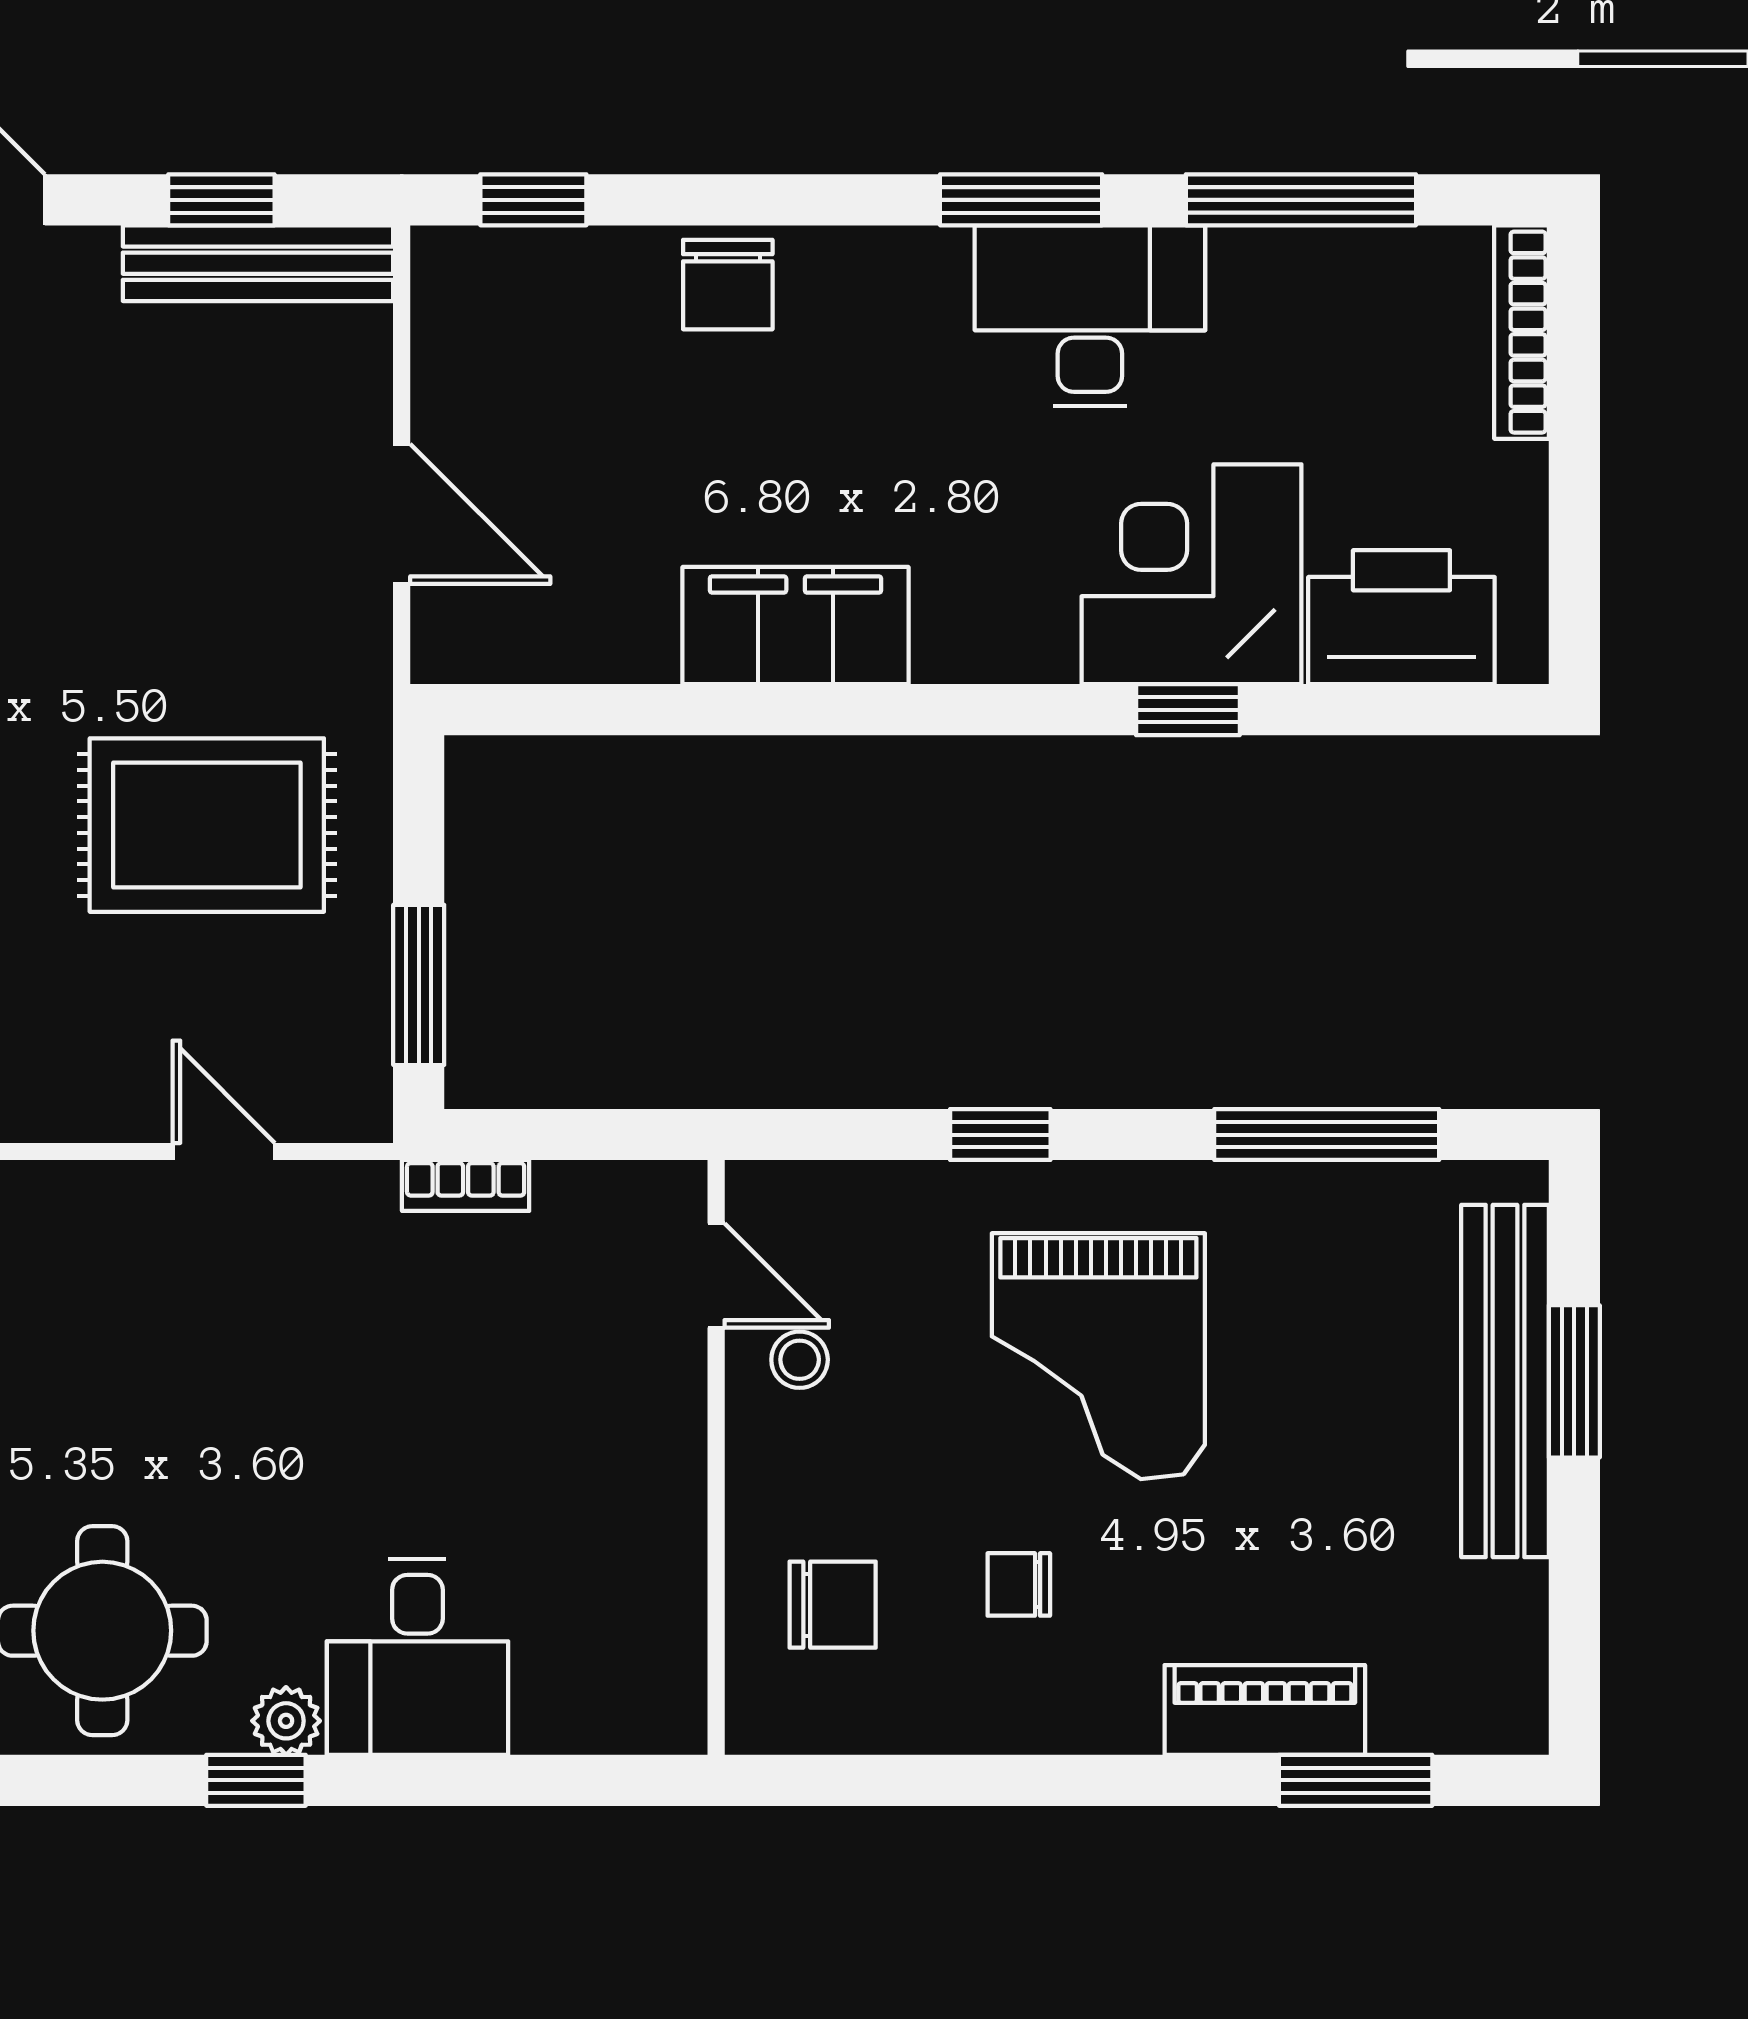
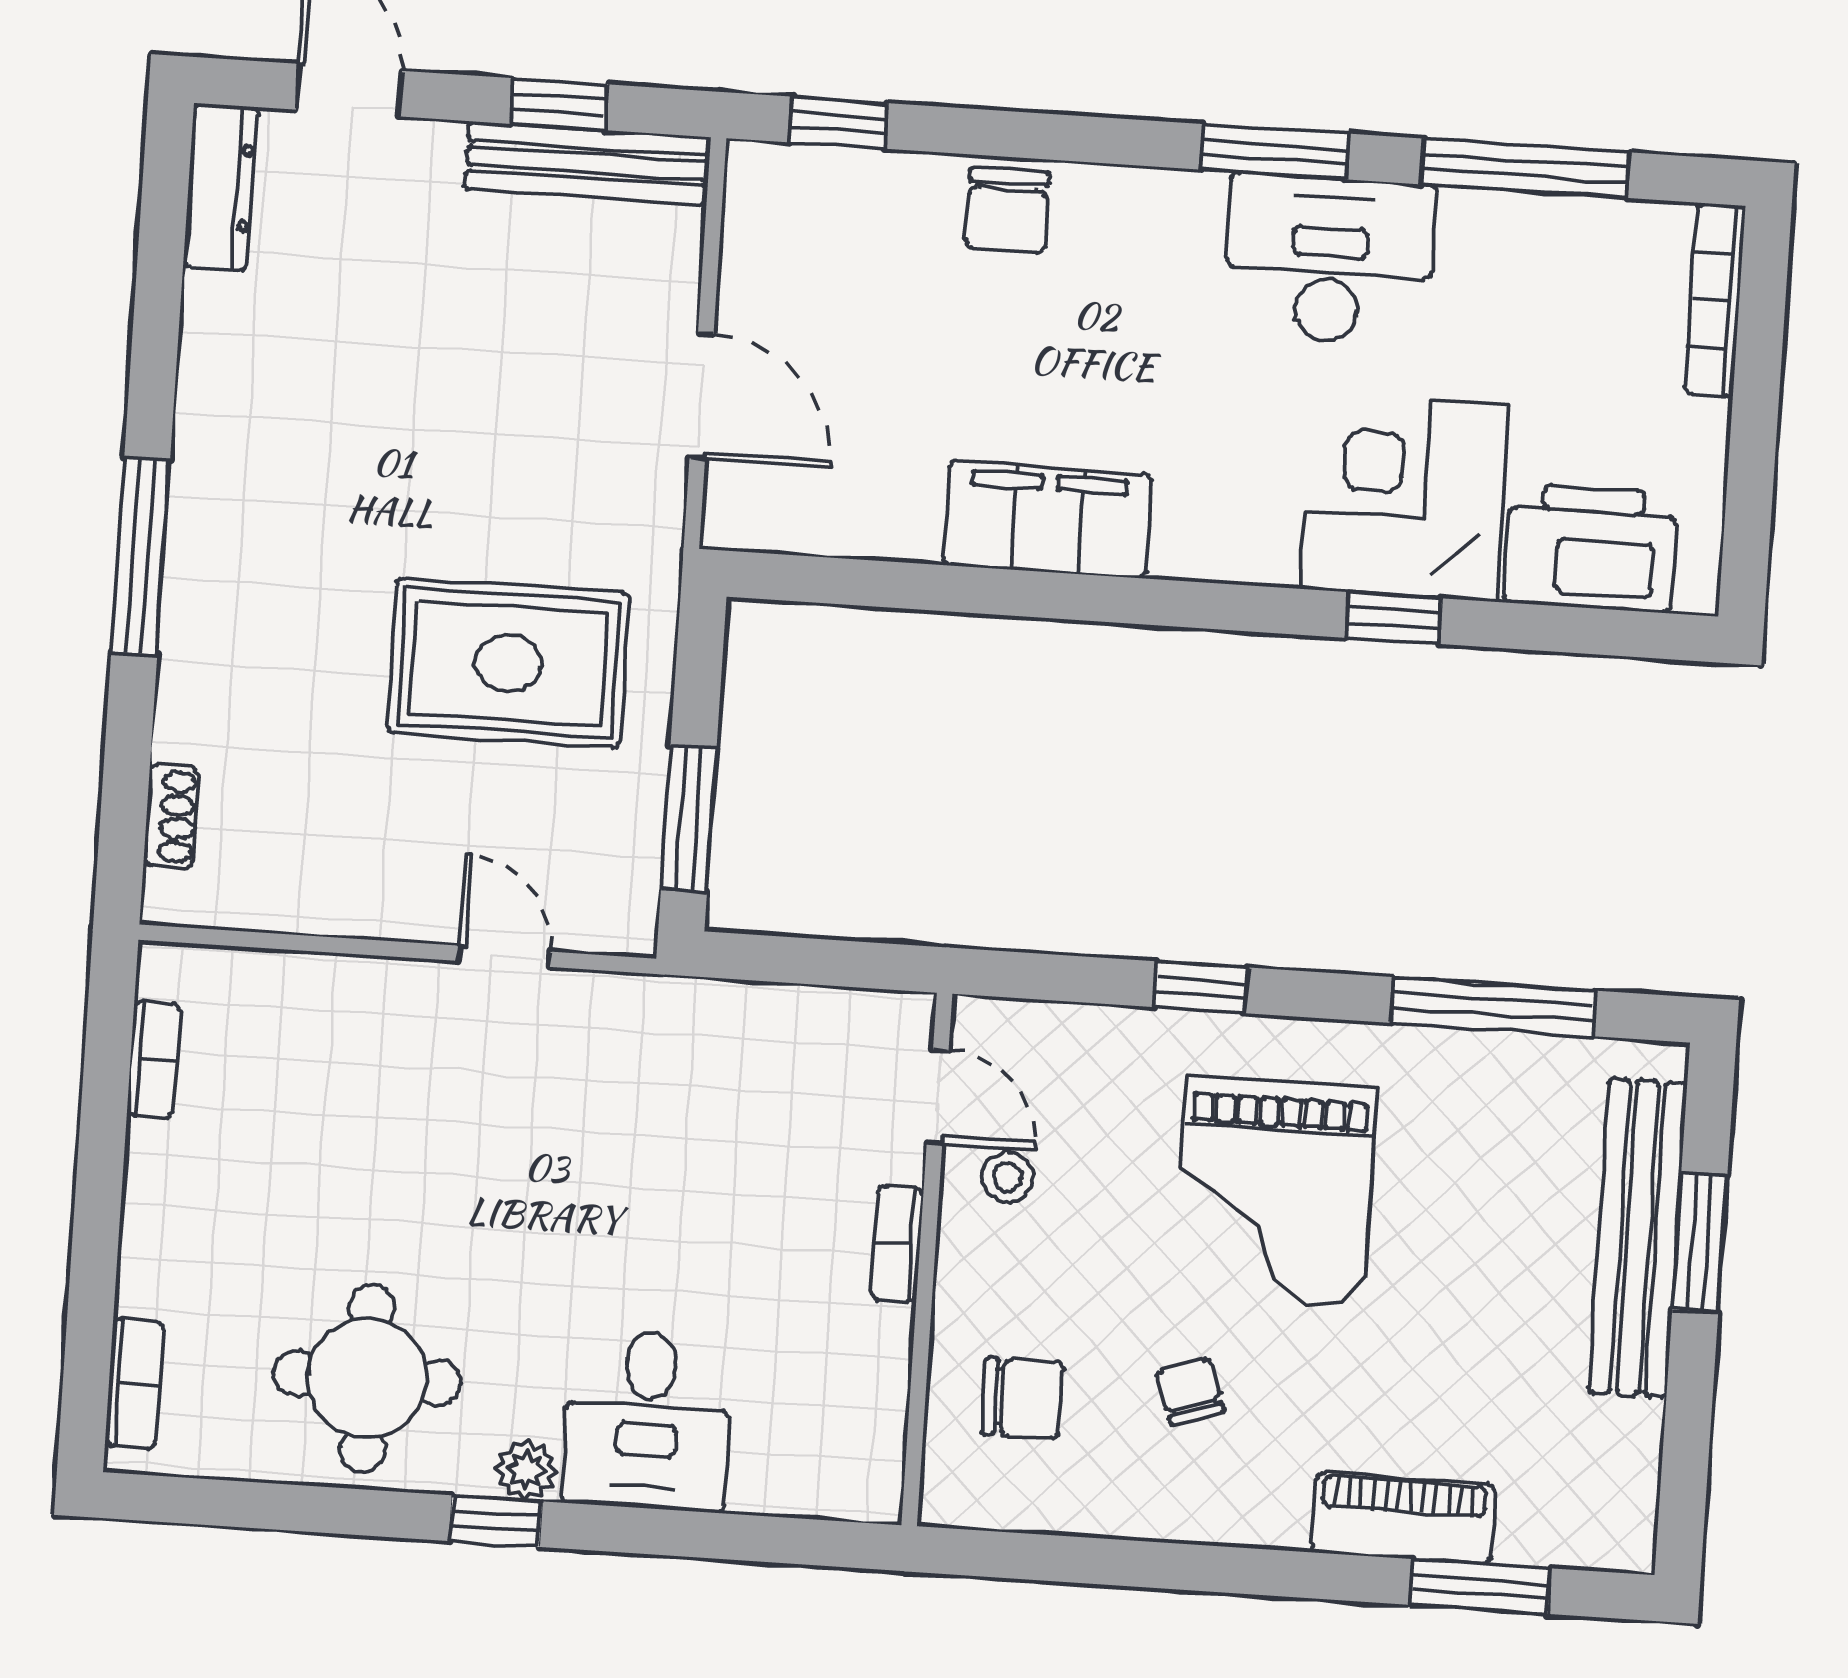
bookcase: (466, 1185) -> (897, 1244), moved, turned 90
chair: (1019, 1584) -> (1190, 1391), turned 71

